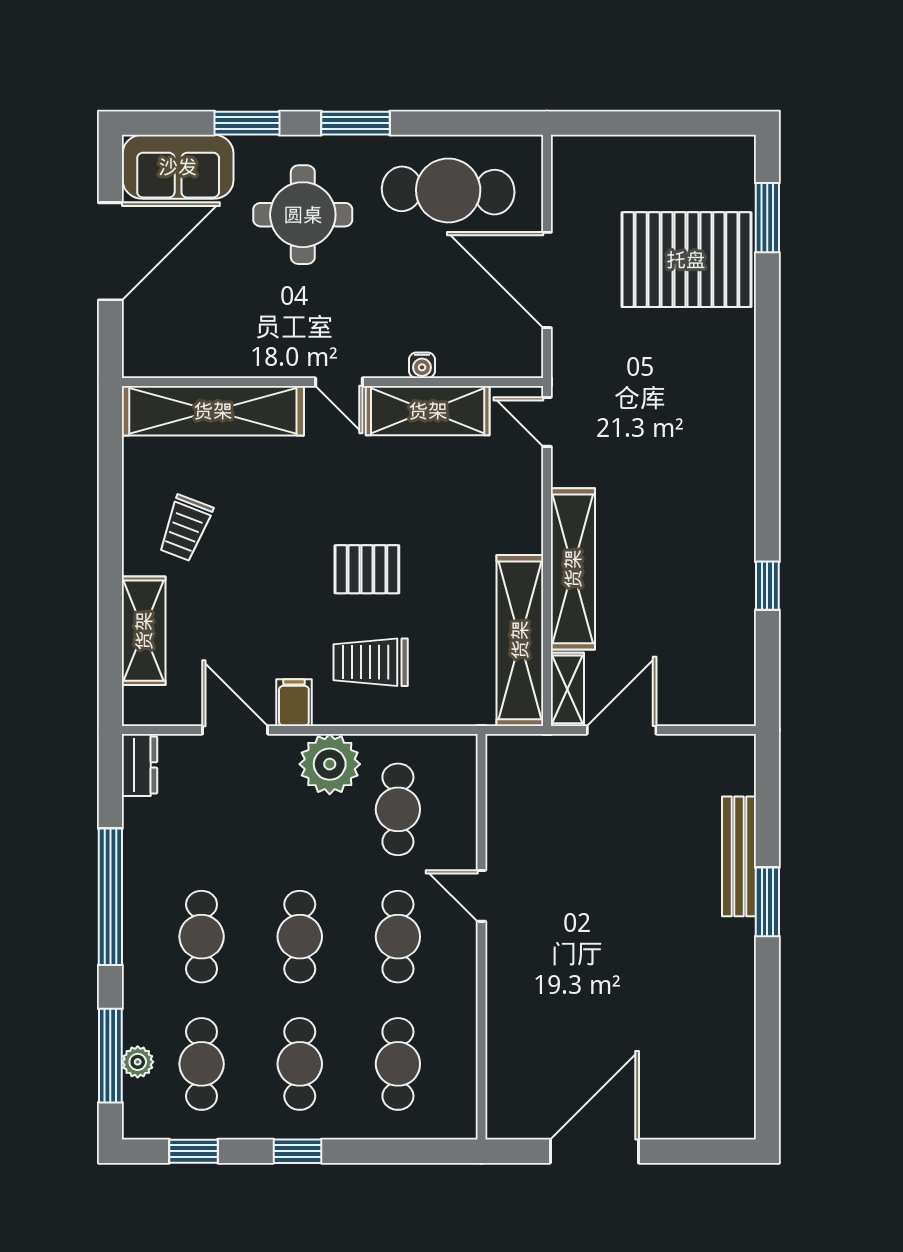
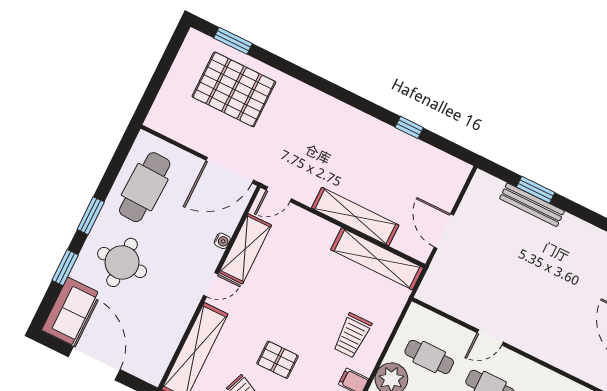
pallet: (686, 260) -> (234, 89), turned 90
door: (547, 280) -> (230, 170), moved
pallet: (367, 569) -> (278, 360), moved, turned 90
shelving: (567, 689) -> (412, 248), removed
window: (767, 902) -> (536, 190), moved

